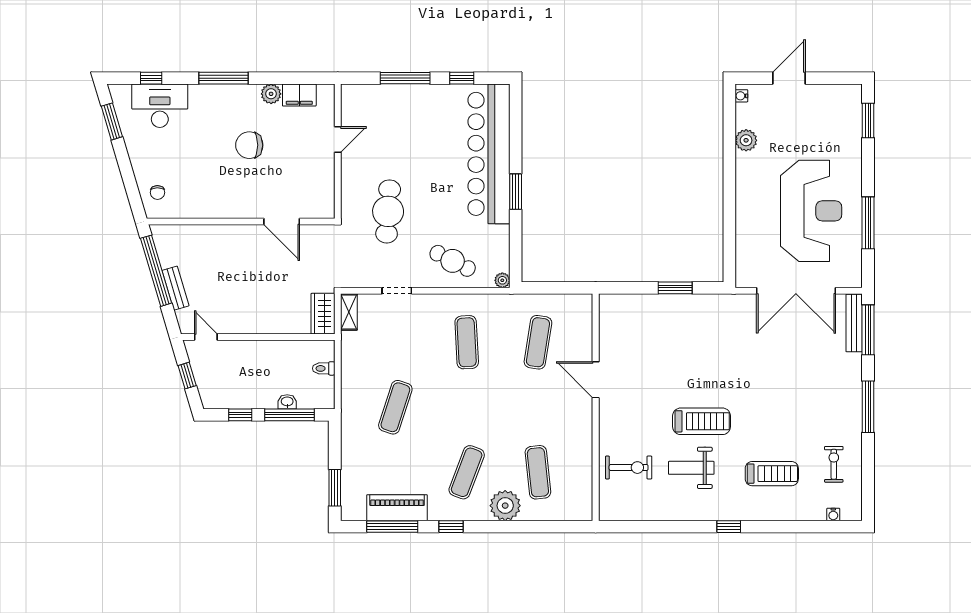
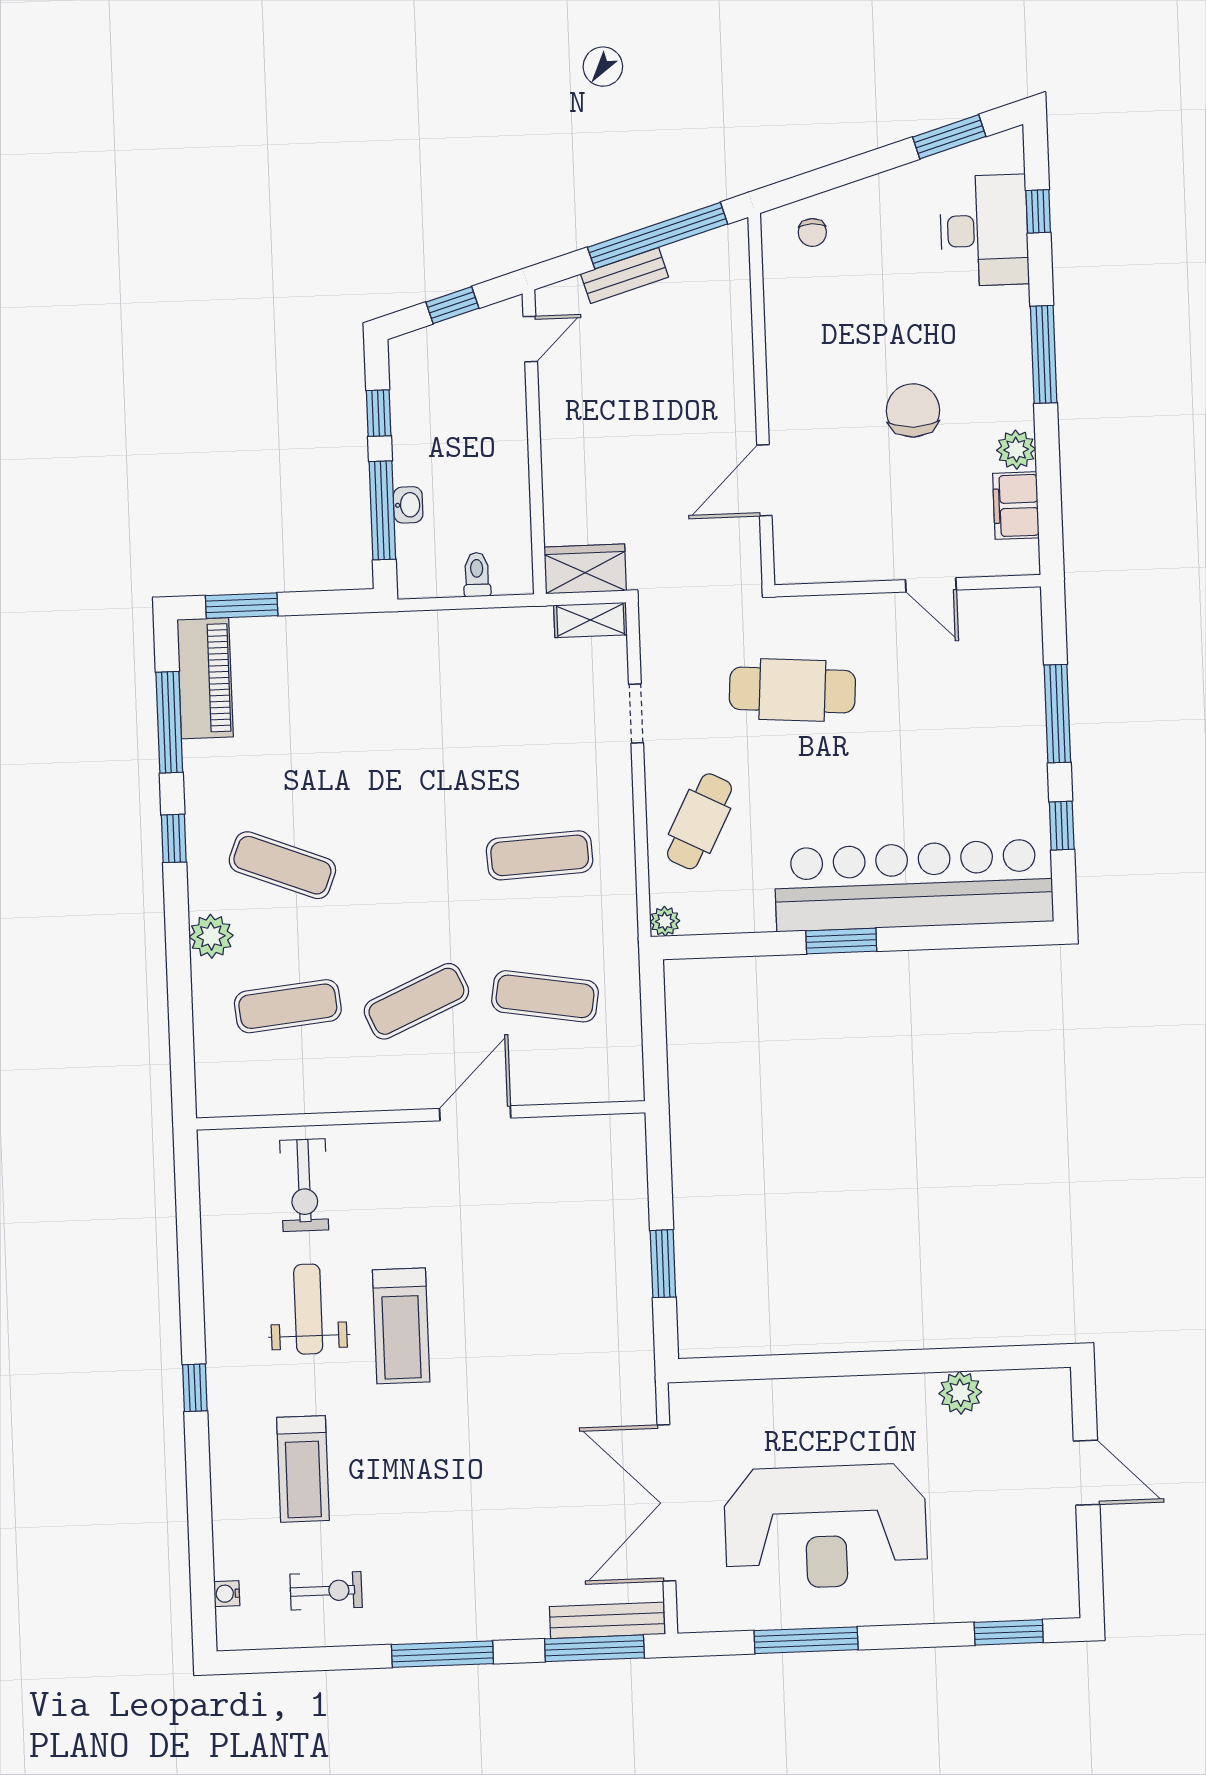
water cooler: (741, 96) -> (1048, 1380), removed
chair: (157, 192) -> (812, 233), turned -90
exercise mat: (395, 407) -> (416, 1001), moved, turned -42
plant: (505, 506) -> (211, 936), width x0.73, depth x0.73
piano: (397, 508) -> (205, 678), moved

